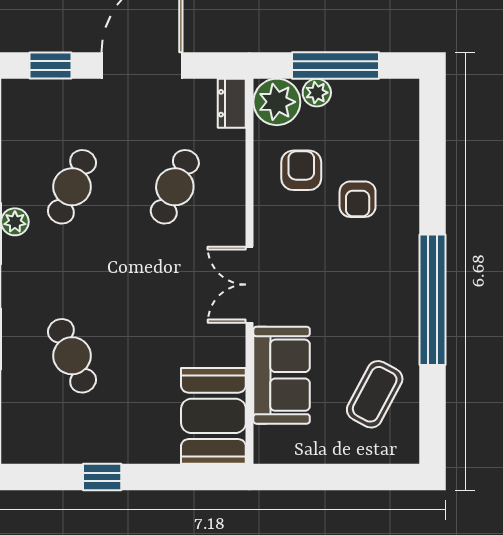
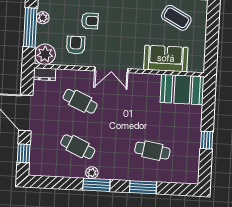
plant: (317, 93) -> (43, 18), moved
armchair: (301, 170) -> (76, 45), turned 90
double door: (250, 285) -> (111, 70), moved
cafe table: (72, 356) -> (152, 151), turned 33

